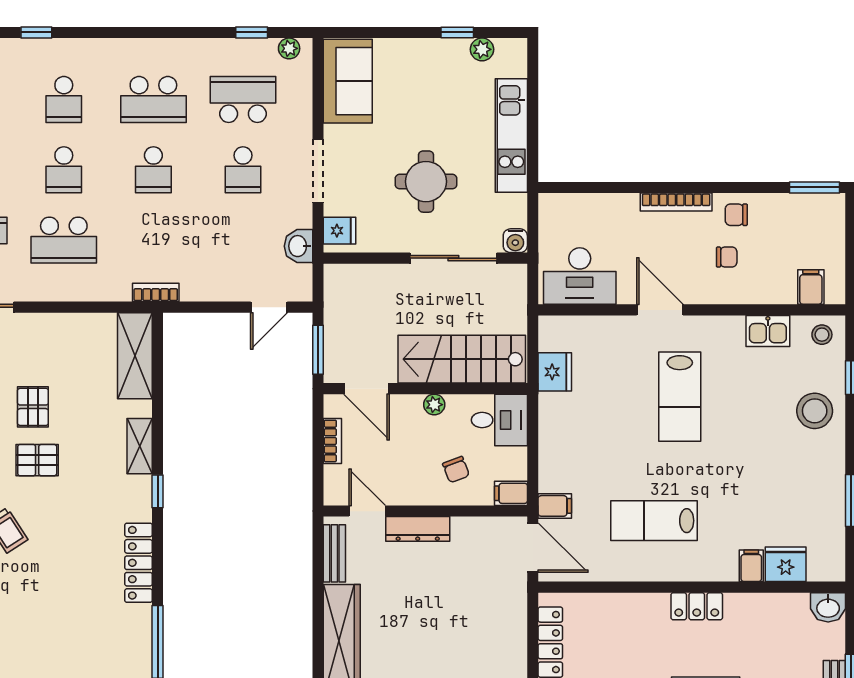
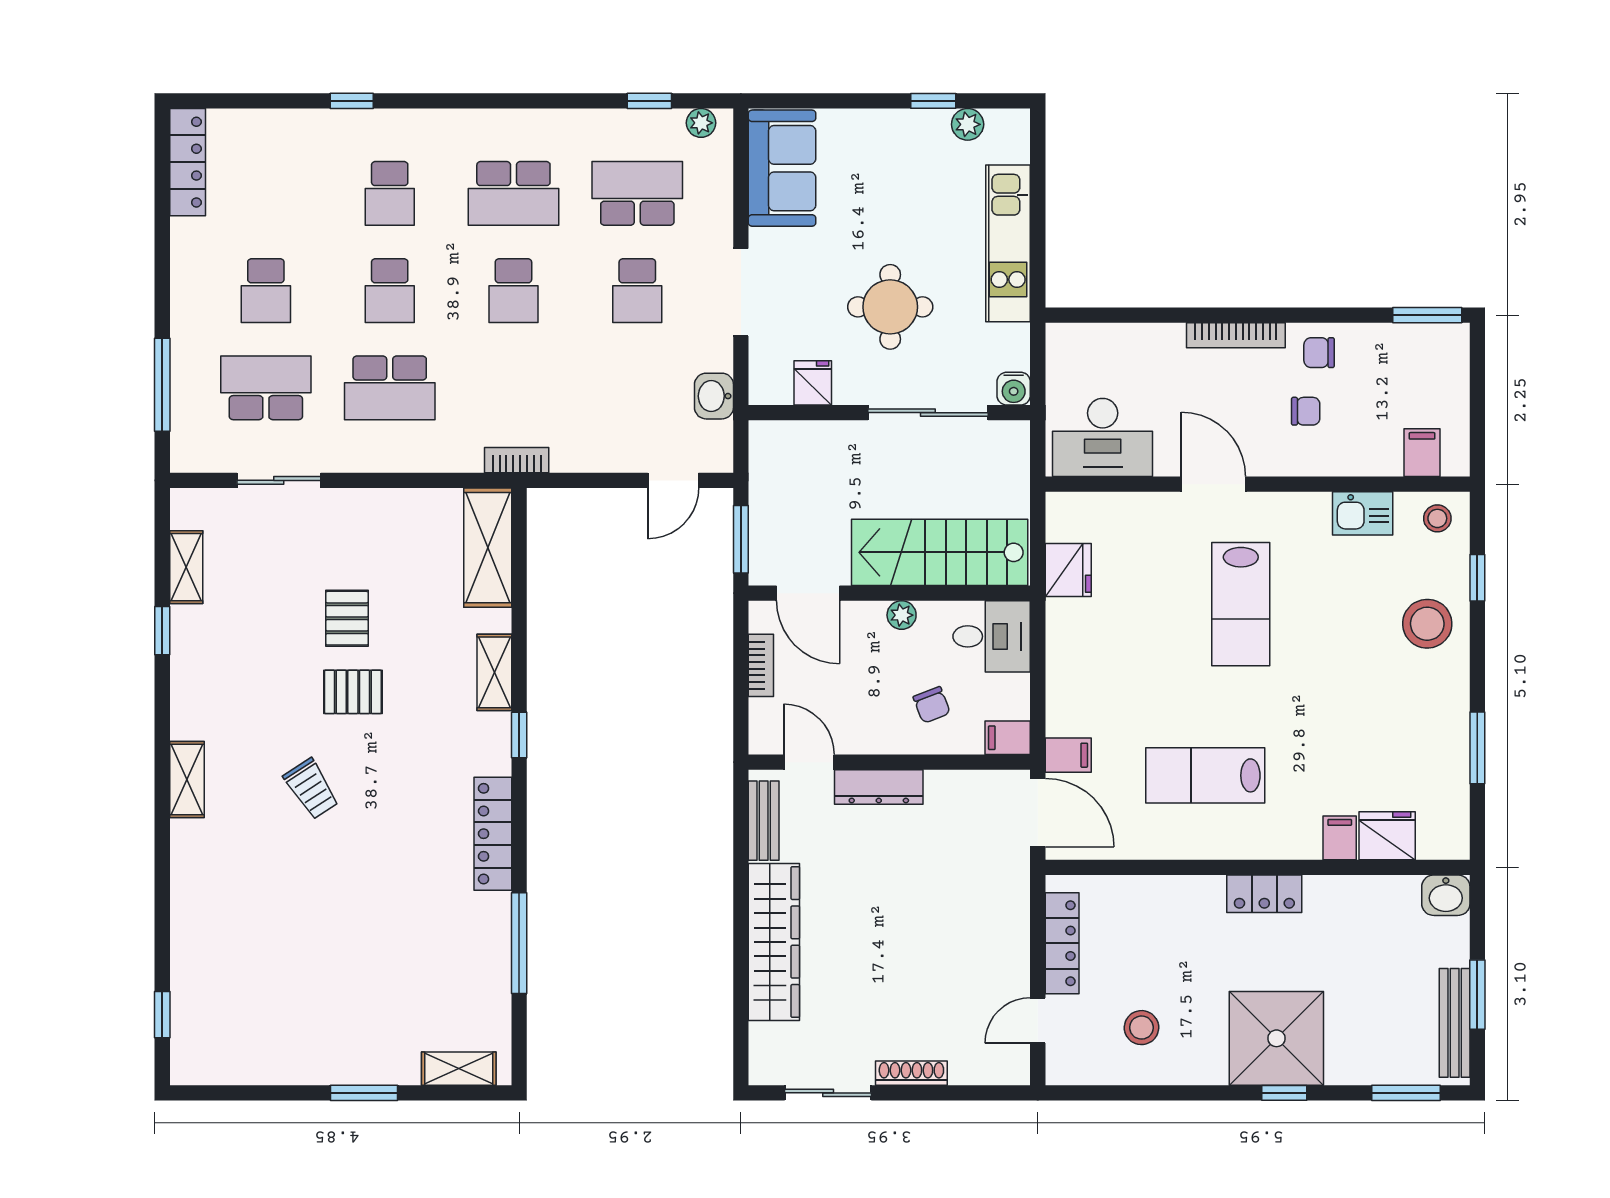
fridge: (339, 231) -> (813, 383), moved, turned -90

